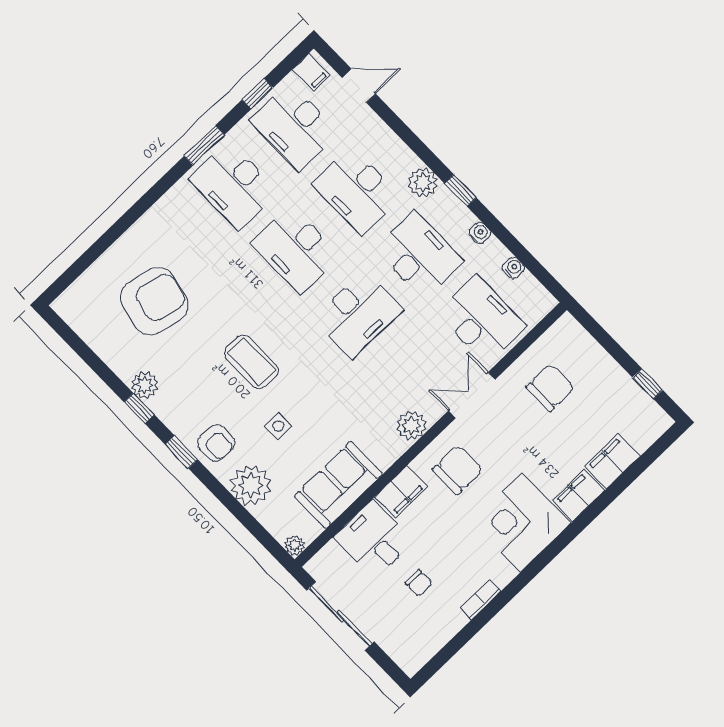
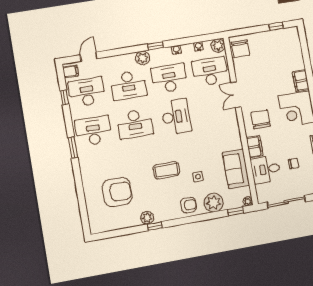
desk: (294, 126) -> (87, 92), turned 180
window: (204, 145) -> (73, 148), moved
desk: (233, 185) -> (93, 131), turned 180
armchair: (154, 301) -> (117, 192), turned 77
chair: (550, 388) -> (240, 49), moved, turned 180
plant: (411, 426) -> (218, 46), moved
window: (181, 452) -> (236, 211), moved
filing cabinet: (612, 461) -> (296, 59), removed

